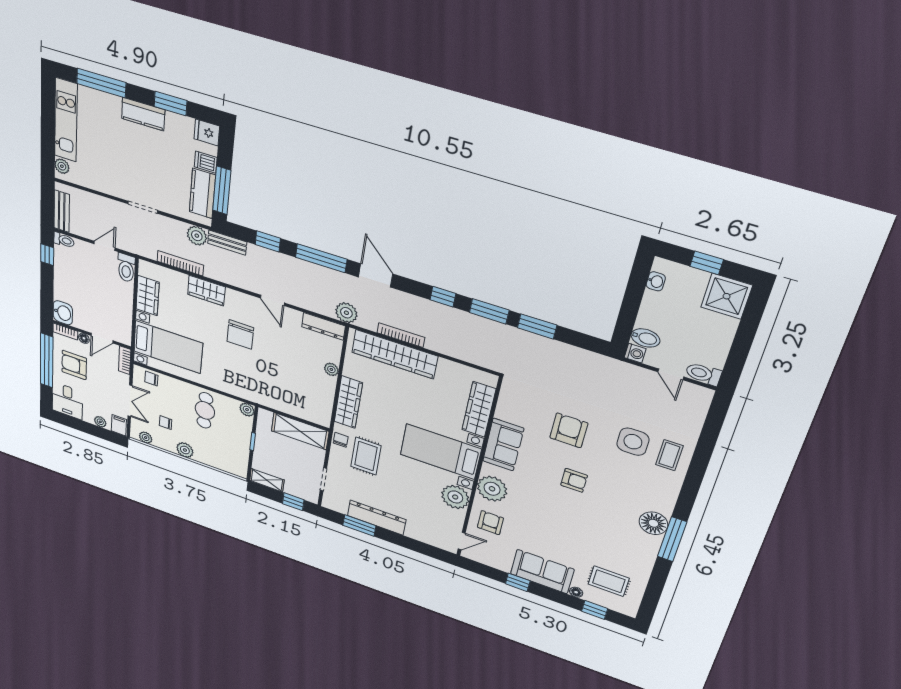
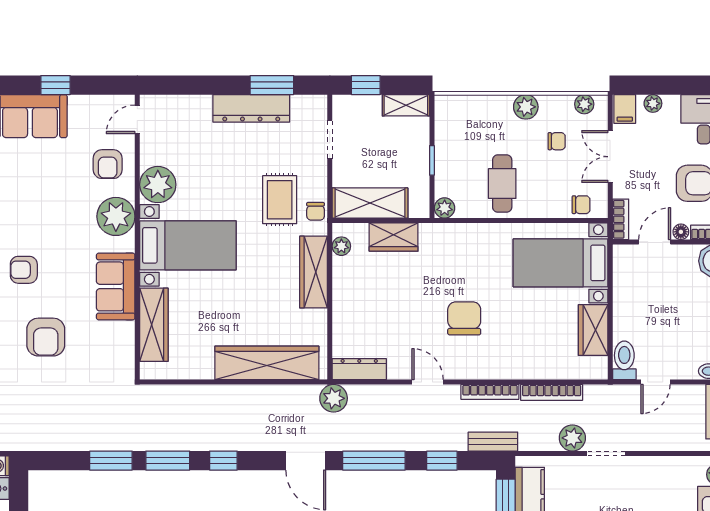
plant: (197, 236) -> (572, 438), moved
wardrobe: (206, 291) -> (394, 237), moved, turned 180
bookcase: (401, 335) -> (490, 392), moved
plant: (331, 369) -> (341, 246), moved

